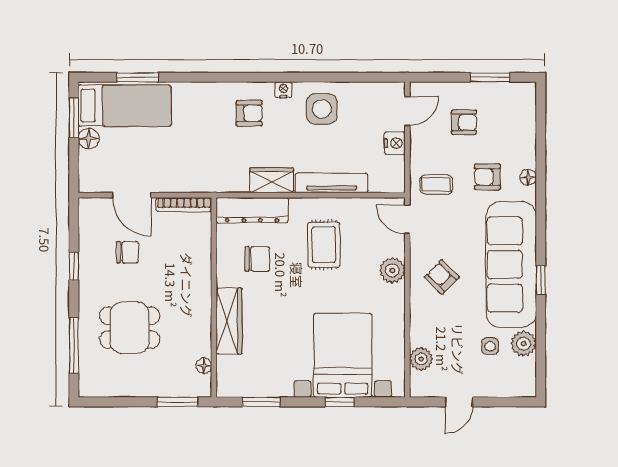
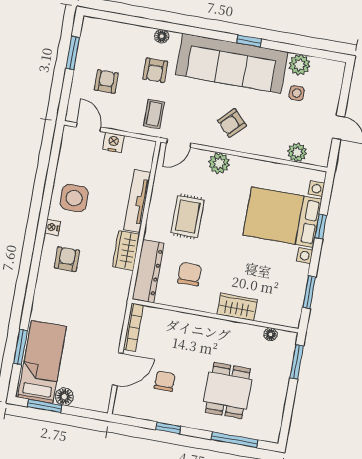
rug: (324, 245) -> (187, 217), turned 90
wardrobe: (229, 321) -> (237, 307), width x0.67

